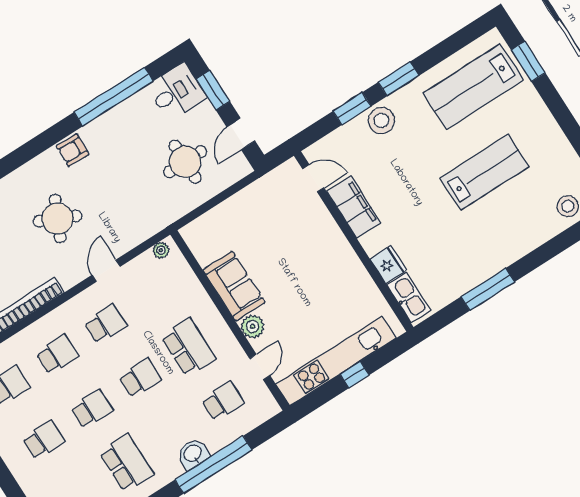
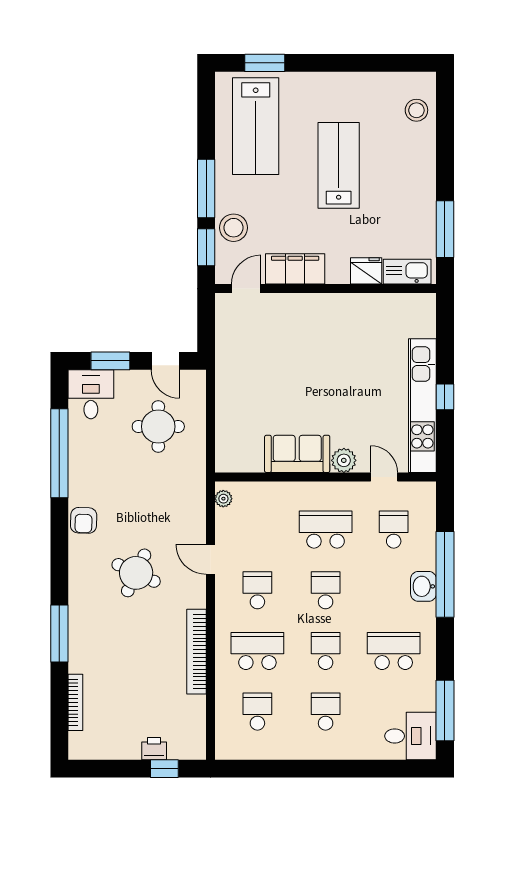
window: (399, 79) -> (206, 189), width x1.44
door: (313, 178) -> (246, 289), moved
filing cabinet: (354, 207) -> (295, 269), moved
wall: (354, 241) -> (326, 289), moved
fridge: (388, 265) -> (366, 271), moved
kitchen sink: (409, 298) -> (407, 272), moved
school desk: (57, 355) -> (257, 651), width x1.85

